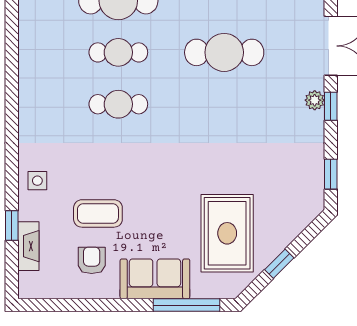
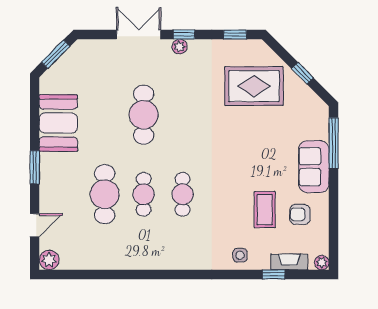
rug: (227, 233) -> (254, 86), moved
plant: (28, 289) -> (322, 263), added

